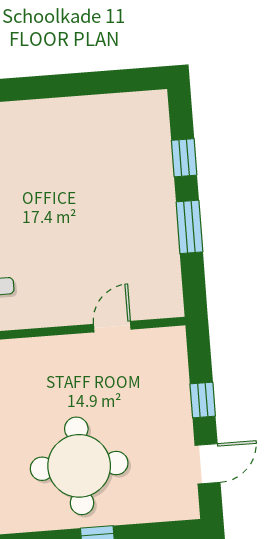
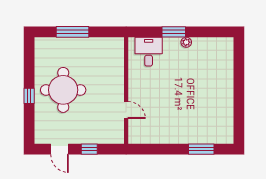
window: (184, 158) -> (201, 149), width x1.50
window: (189, 227) -> (169, 149), removed

